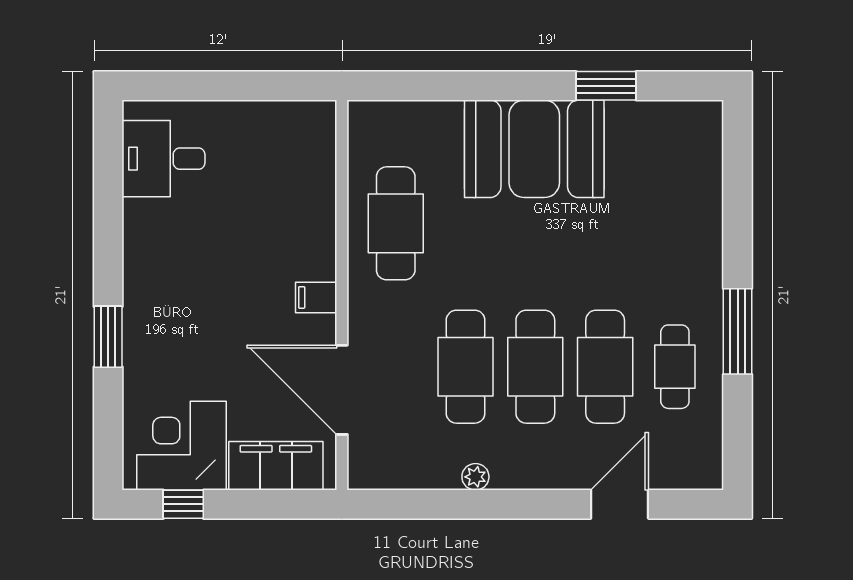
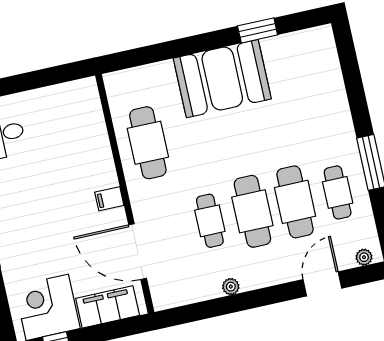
cafe table: (466, 367) -> (210, 221), width x0.73, depth x0.74
plant: (694, 477) -> (364, 257), added

